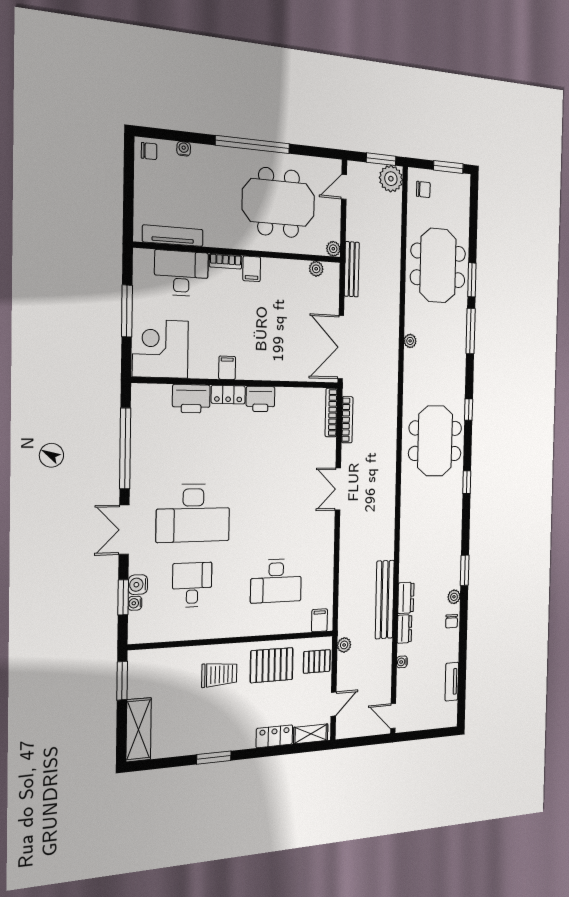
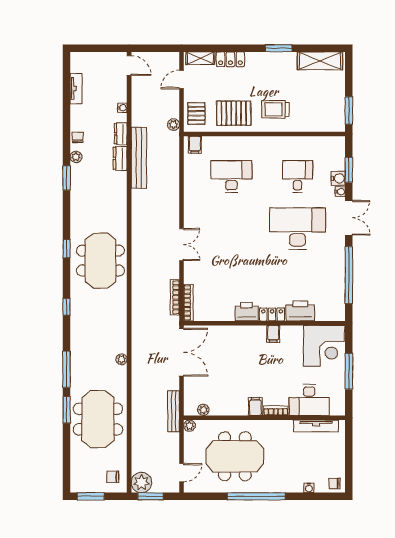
meeting table: (435, 441) -> (100, 261), moved
desk: (192, 585) -> (298, 177), turned 180
water cooler: (135, 603) -> (340, 192), moved
pallet: (317, 661) -> (196, 113), turned 90
shelving: (139, 730) -> (320, 61), moved, turned 90

